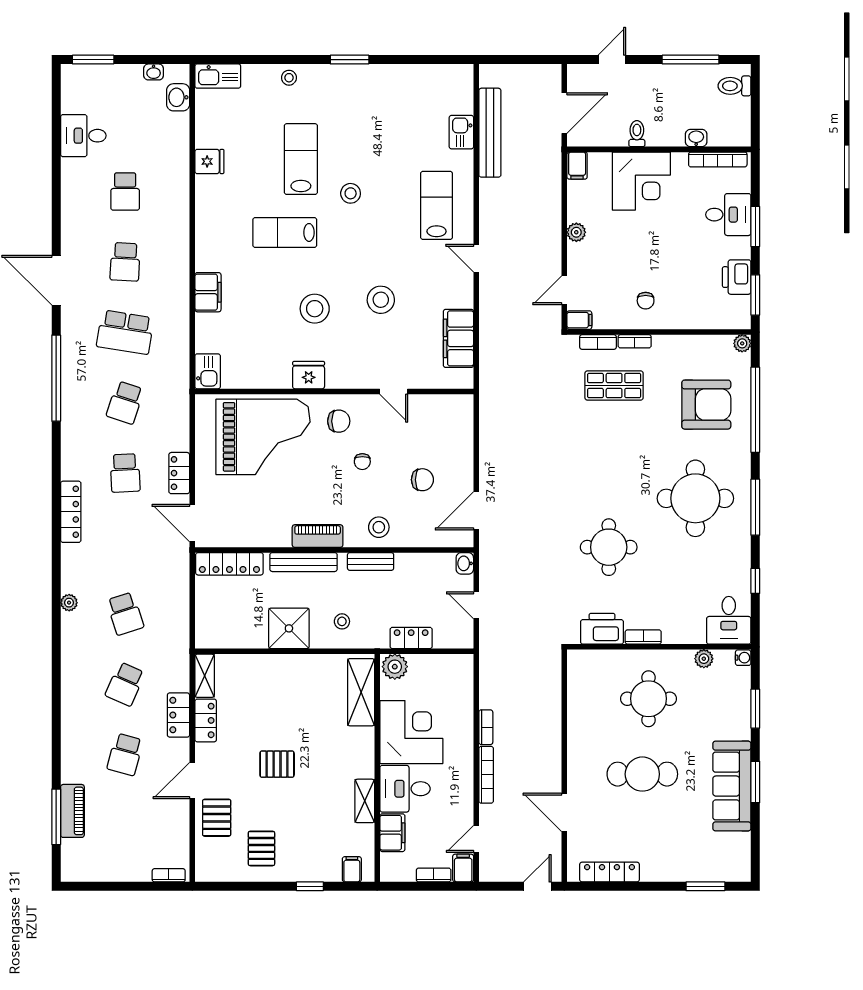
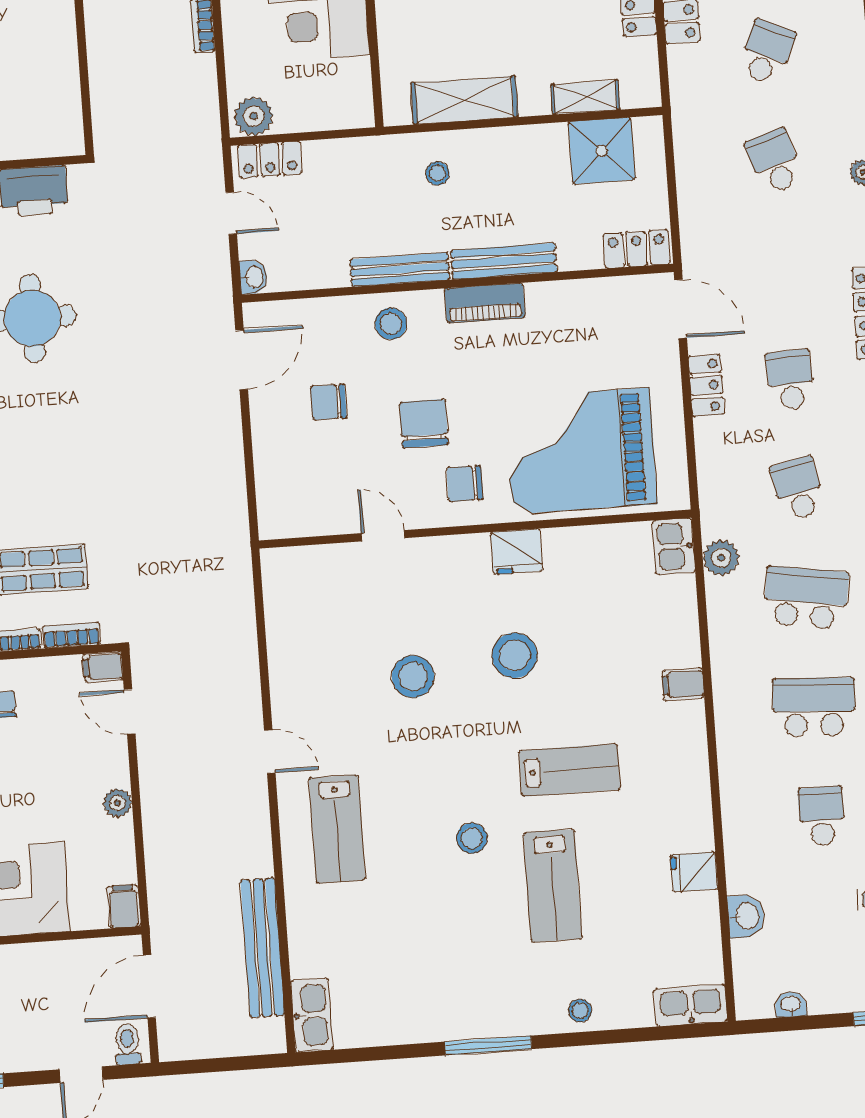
window: (350, 60) -> (488, 1045), width x1.44
washbasin: (178, 97) -> (746, 916), moved
kitchen sink: (461, 132) -> (312, 1015), moved, width x1.38
toilet: (637, 134) -> (128, 1044), moved, turned 180
school desk: (125, 262) -> (814, 707), width x1.85
door: (564, 290) -> (130, 712), swing flipped
filing cabinet: (208, 292) -> (683, 684), width x0.50
filing cabinet: (458, 338) -> (288, 625), removed
plant: (178, 362) -> (721, 558), added
school desk: (125, 403) -> (798, 489), turned -30
chair: (362, 462) -> (424, 424), width x1.87, depth x1.87
bench: (371, 561) -> (400, 270), width x1.36
locker: (229, 564) -> (637, 249), width x0.66
shower: (289, 628) -> (602, 151), moved
locker: (411, 638) -> (270, 160), moved
plant: (395, 667) -> (254, 116), moved
shelving: (205, 676) -> (585, 97), moved, turned 90
shelving: (361, 692) -> (464, 100), moved, turned 90

